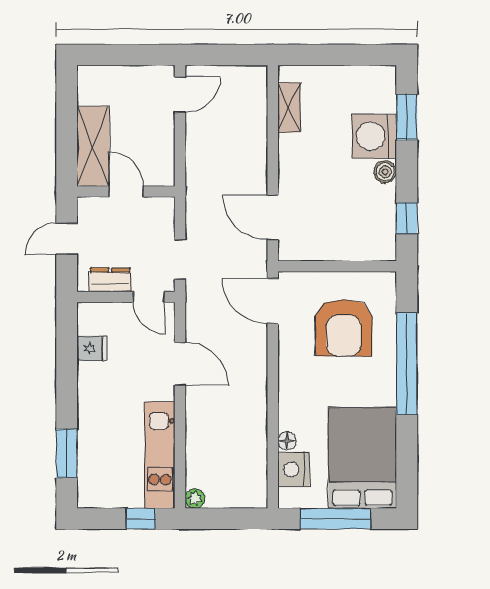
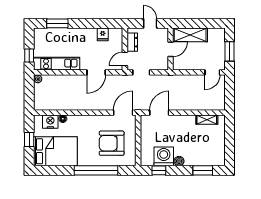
window: (131, 55) -> (230, 51), added
door: (180, 95) -> (212, 72), hinge flipped
washing machine: (374, 136) -> (164, 156), moved
window: (335, 519) -> (29, 140), width x0.46

